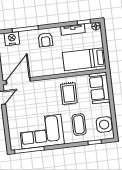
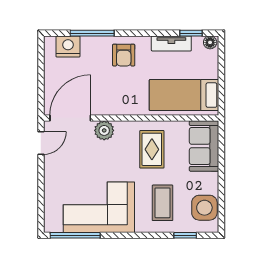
plant: (39, 86) -> (104, 130), added

